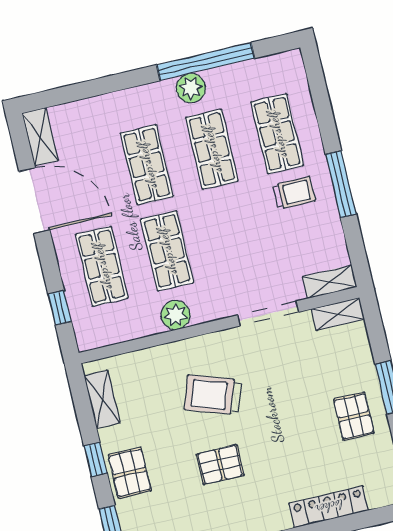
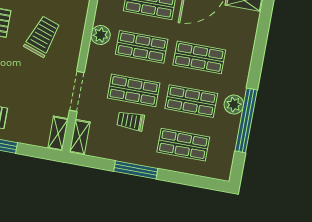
trolley: (294, 193) -> (131, 121), moved, turned 90
shop shelf: (232, 235) -> (134, 90), added

